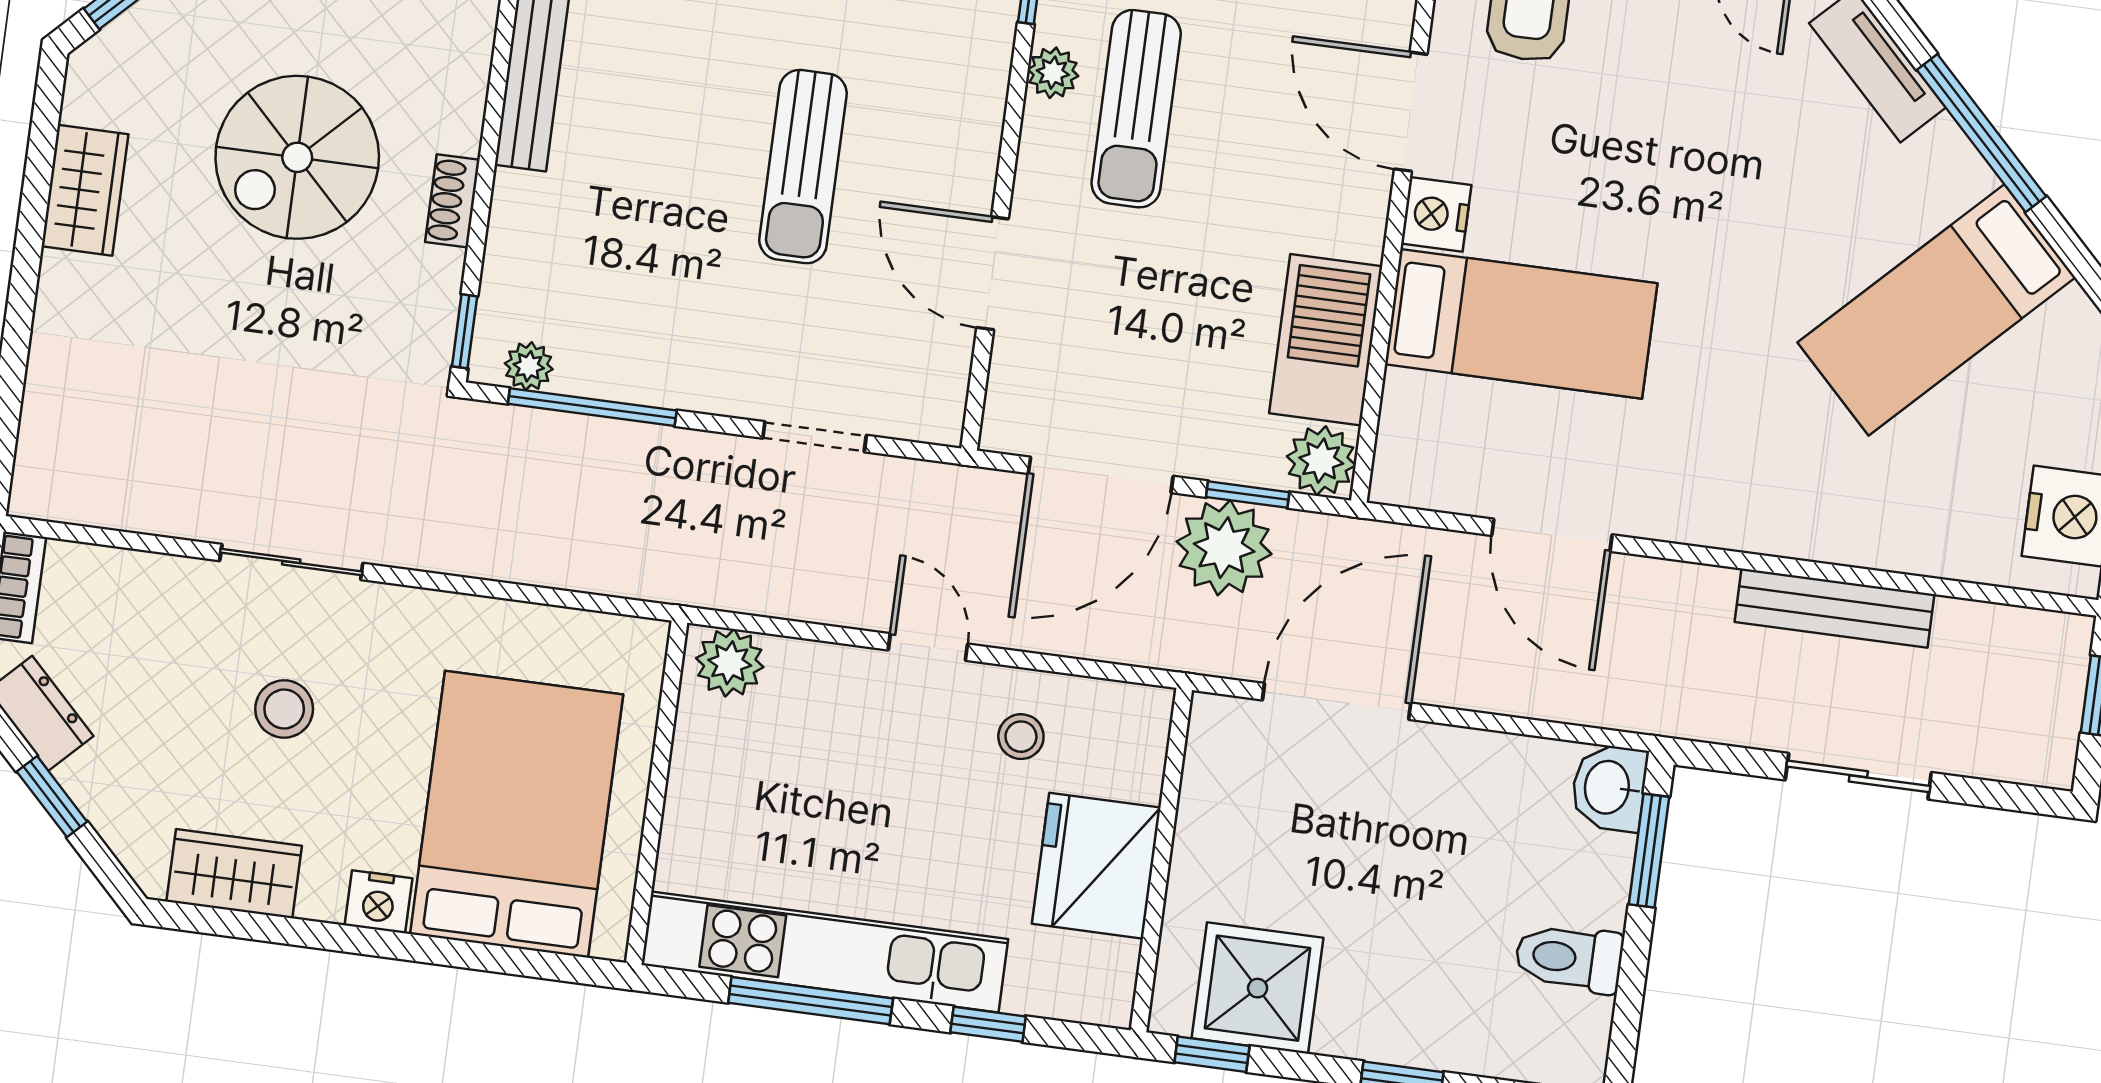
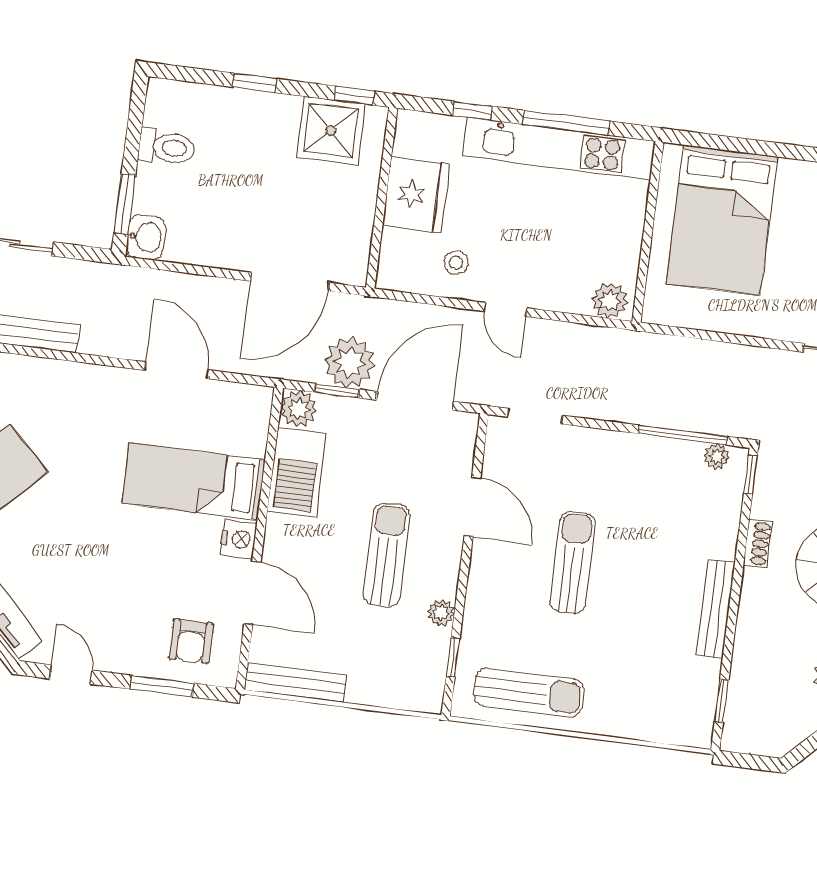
sun lounger: (1136, 109) -> (387, 555), moved
doorway: (815, 437) -> (535, 416), moved
nightstand: (378, 902) -> (794, 174), removed

